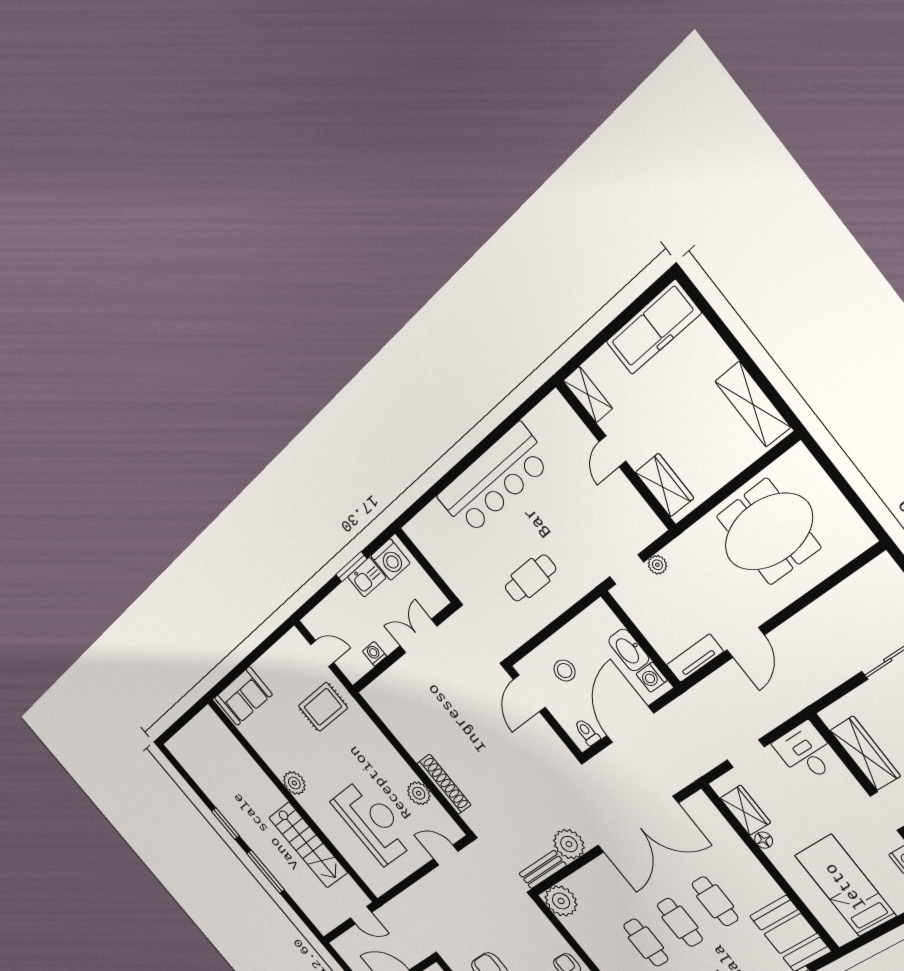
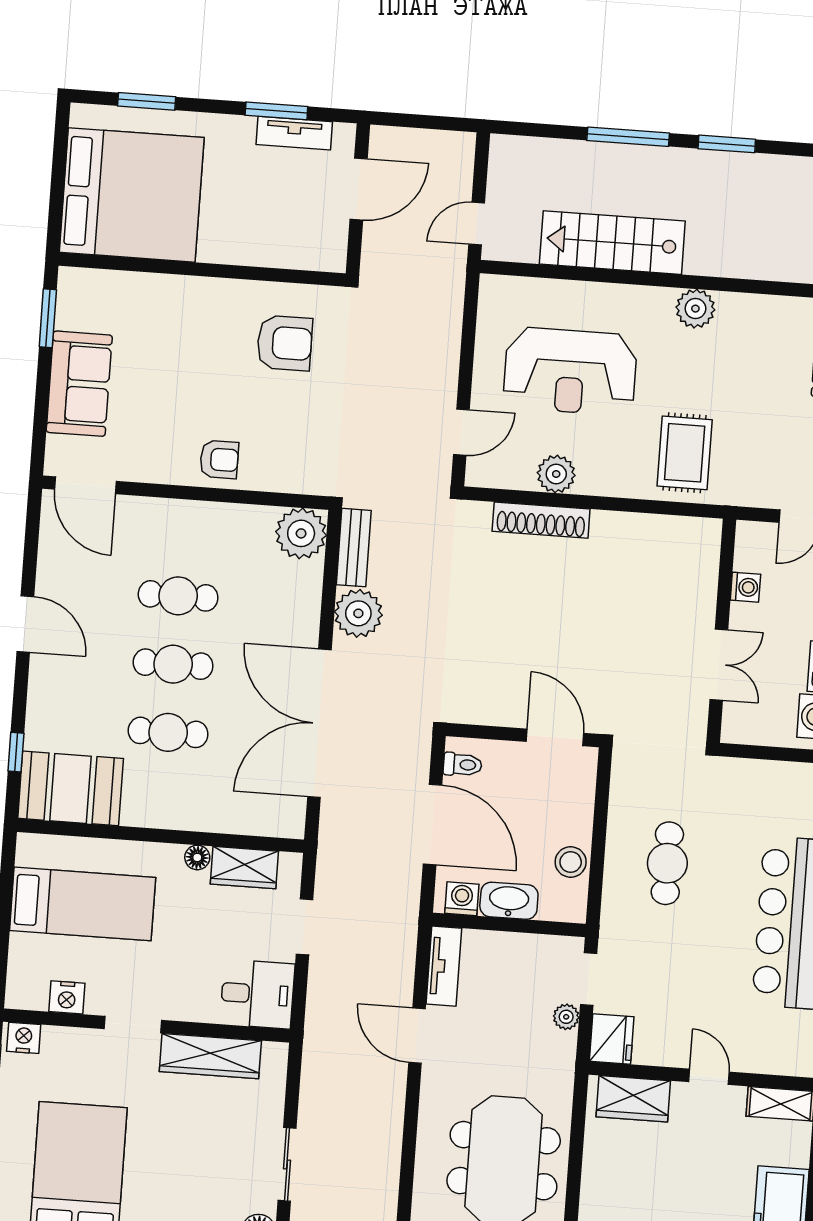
fridge: (645, 528) -> (612, 1039), added
stool: (565, 671) -> (571, 862), moved
rug: (323, 707) -> (685, 453), moved

